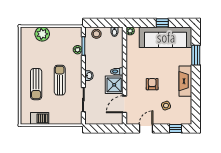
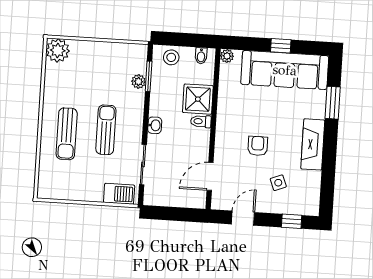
plant: (42, 34) -> (58, 50), moved
shower: (114, 85) -> (198, 99), moved
barbecue: (40, 118) -> (119, 194), moved

